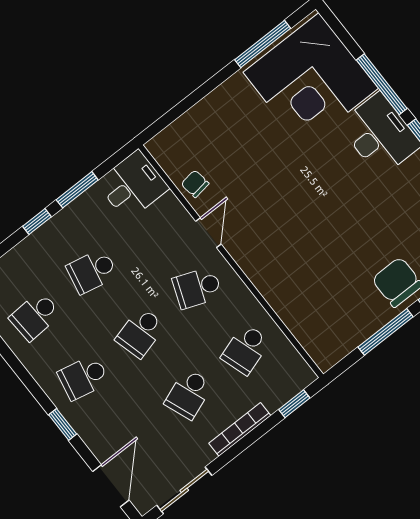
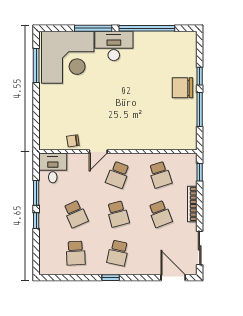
door: (208, 233) -> (98, 152), swing flipped
school desk: (92, 271) -> (76, 214), turned -36
window: (63, 424) -> (111, 278), moved

